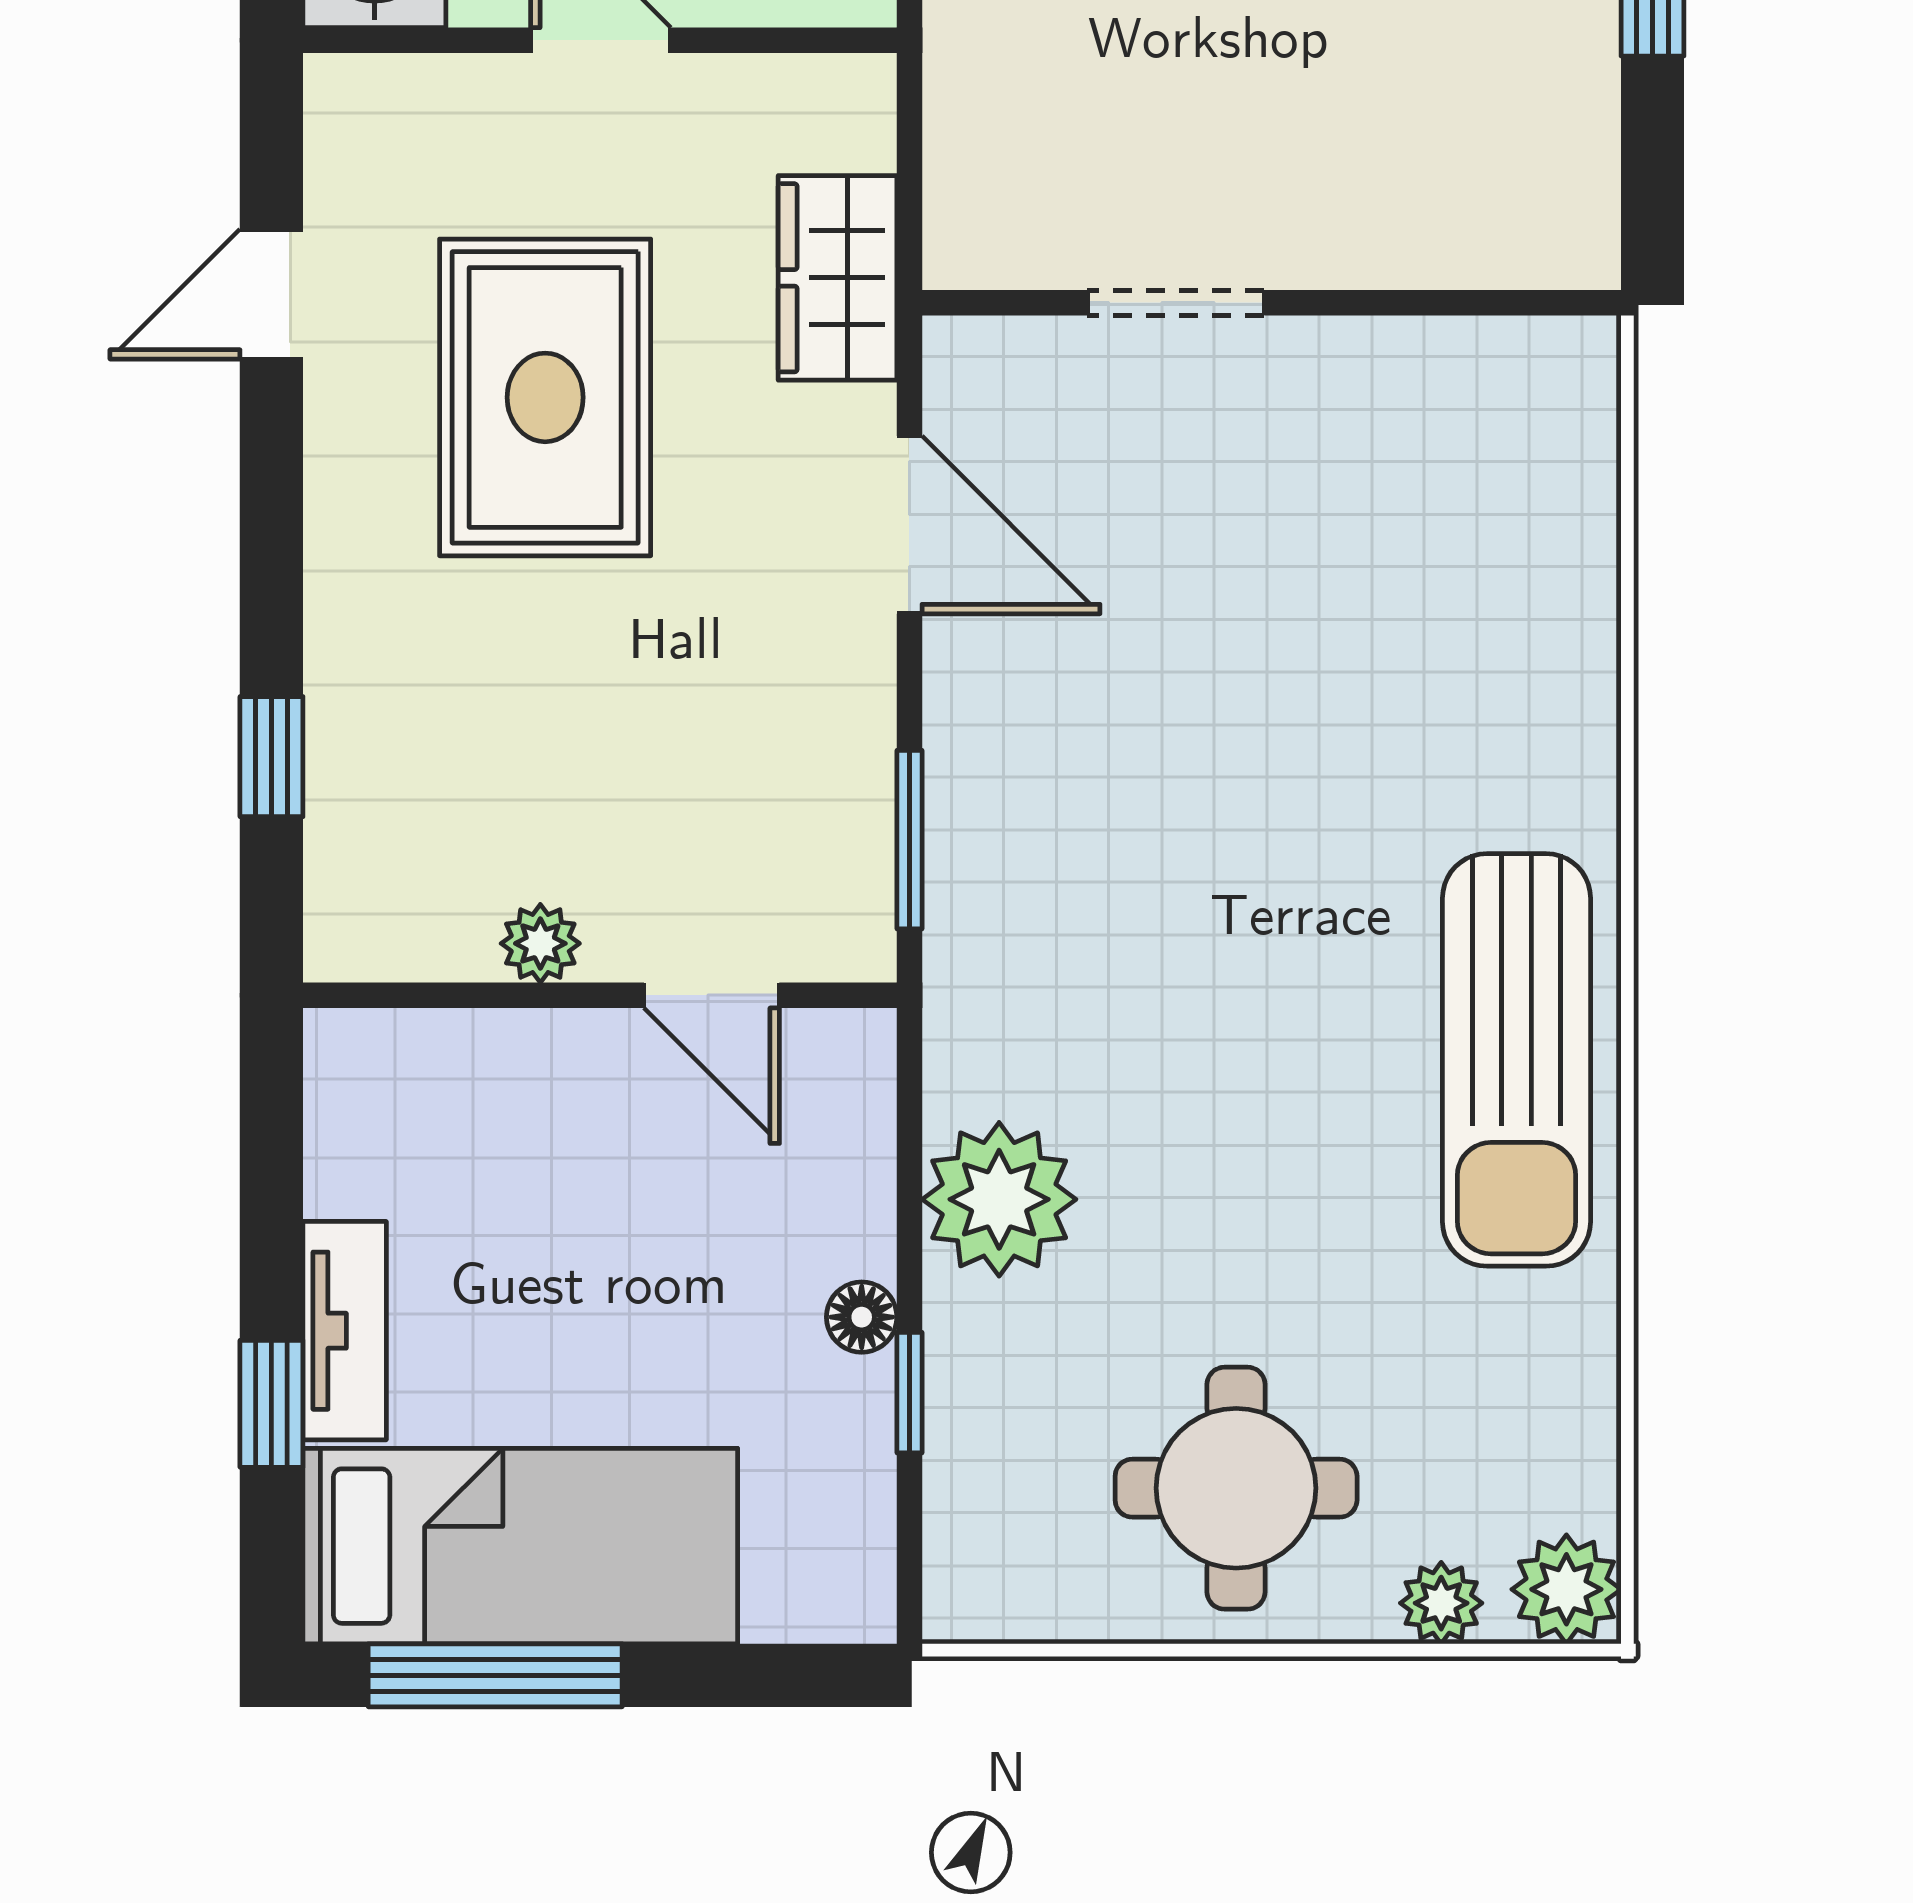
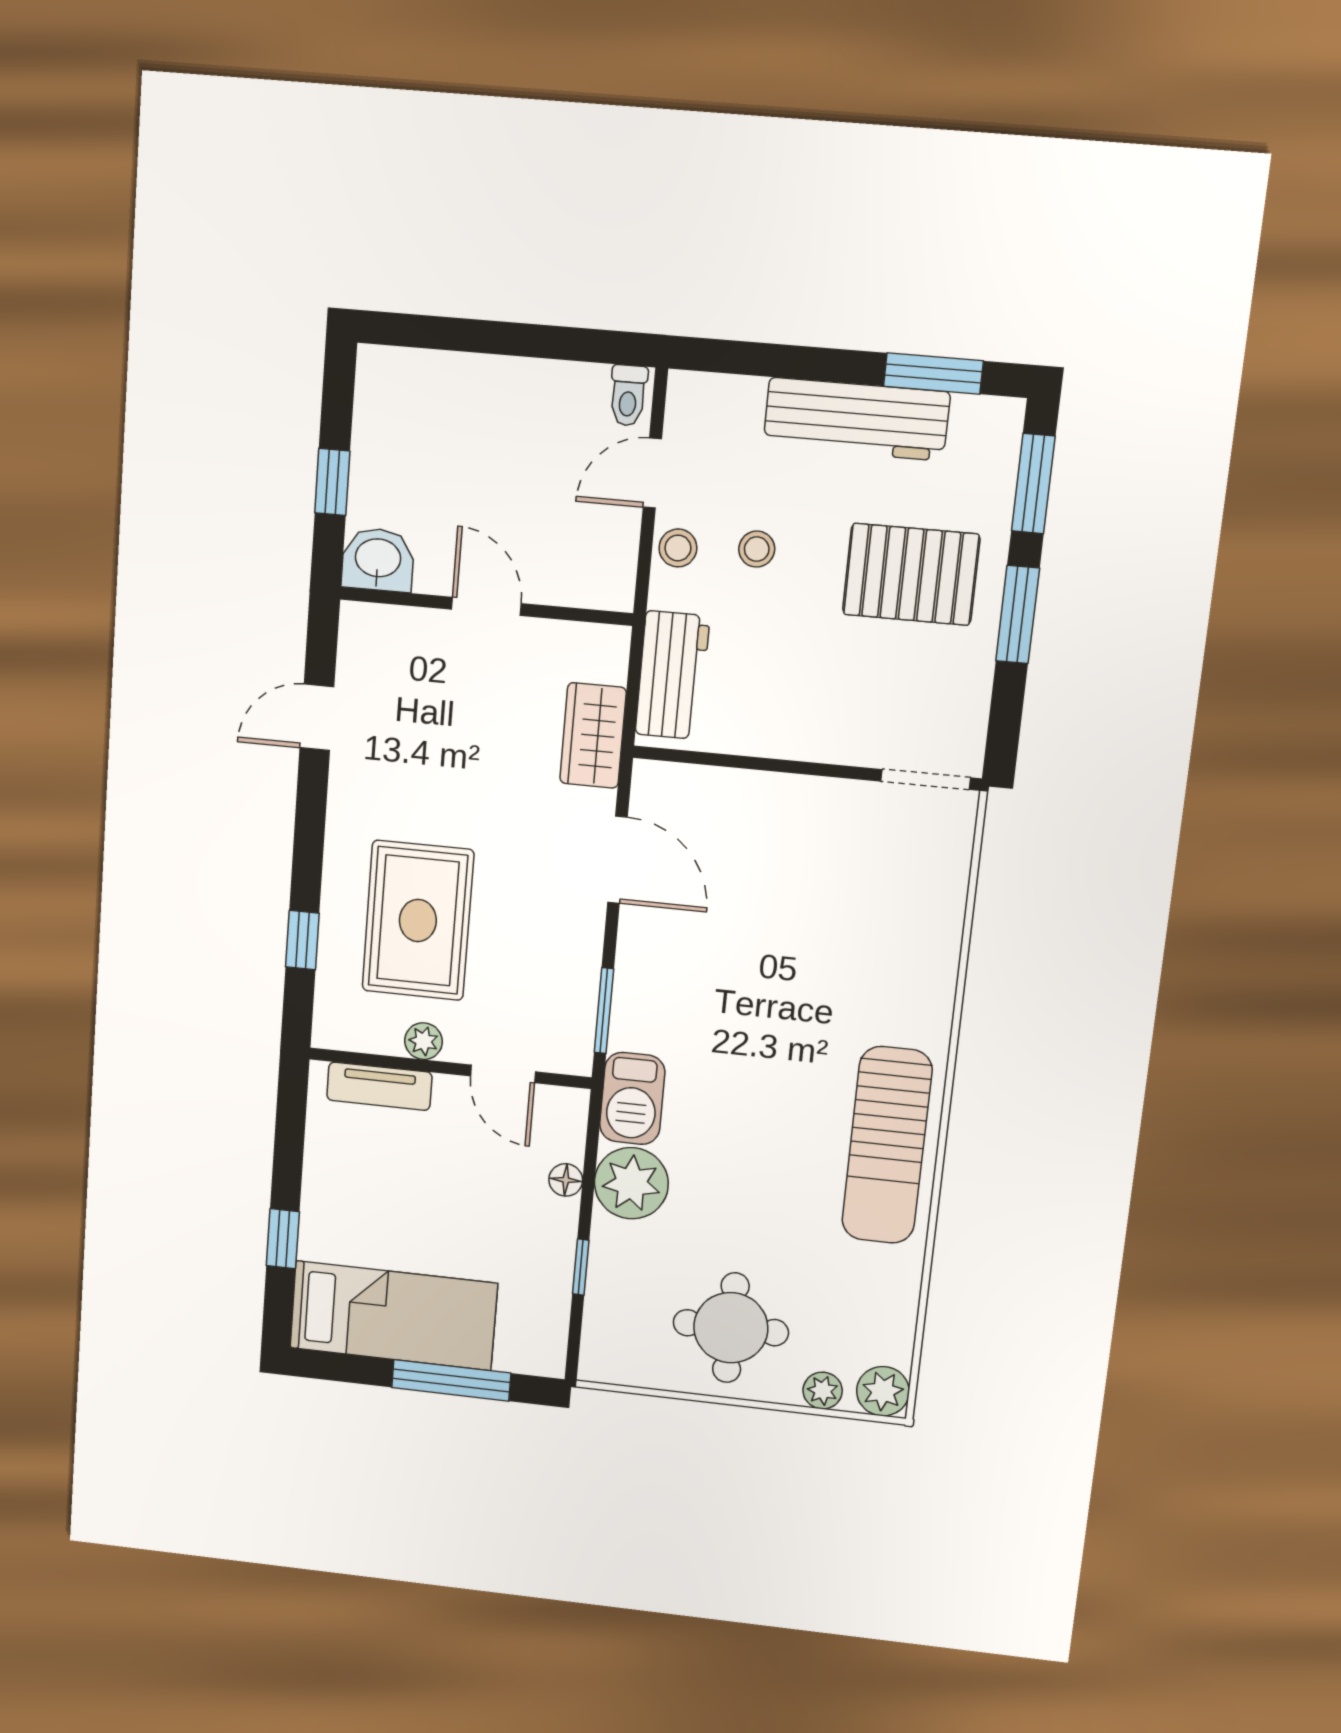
workbench: (986, 143) -> (672, 675), added
doorway: (1176, 303) -> (926, 779), moved
rug: (545, 397) -> (418, 920), moved
barbecue: (985, 1018) -> (632, 1098), added
floor lamp: (862, 1317) -> (566, 1180), moved
tv unit: (345, 1331) -> (379, 1086), moved, turned 90
window: (495, 1675) -> (451, 1380), moved

